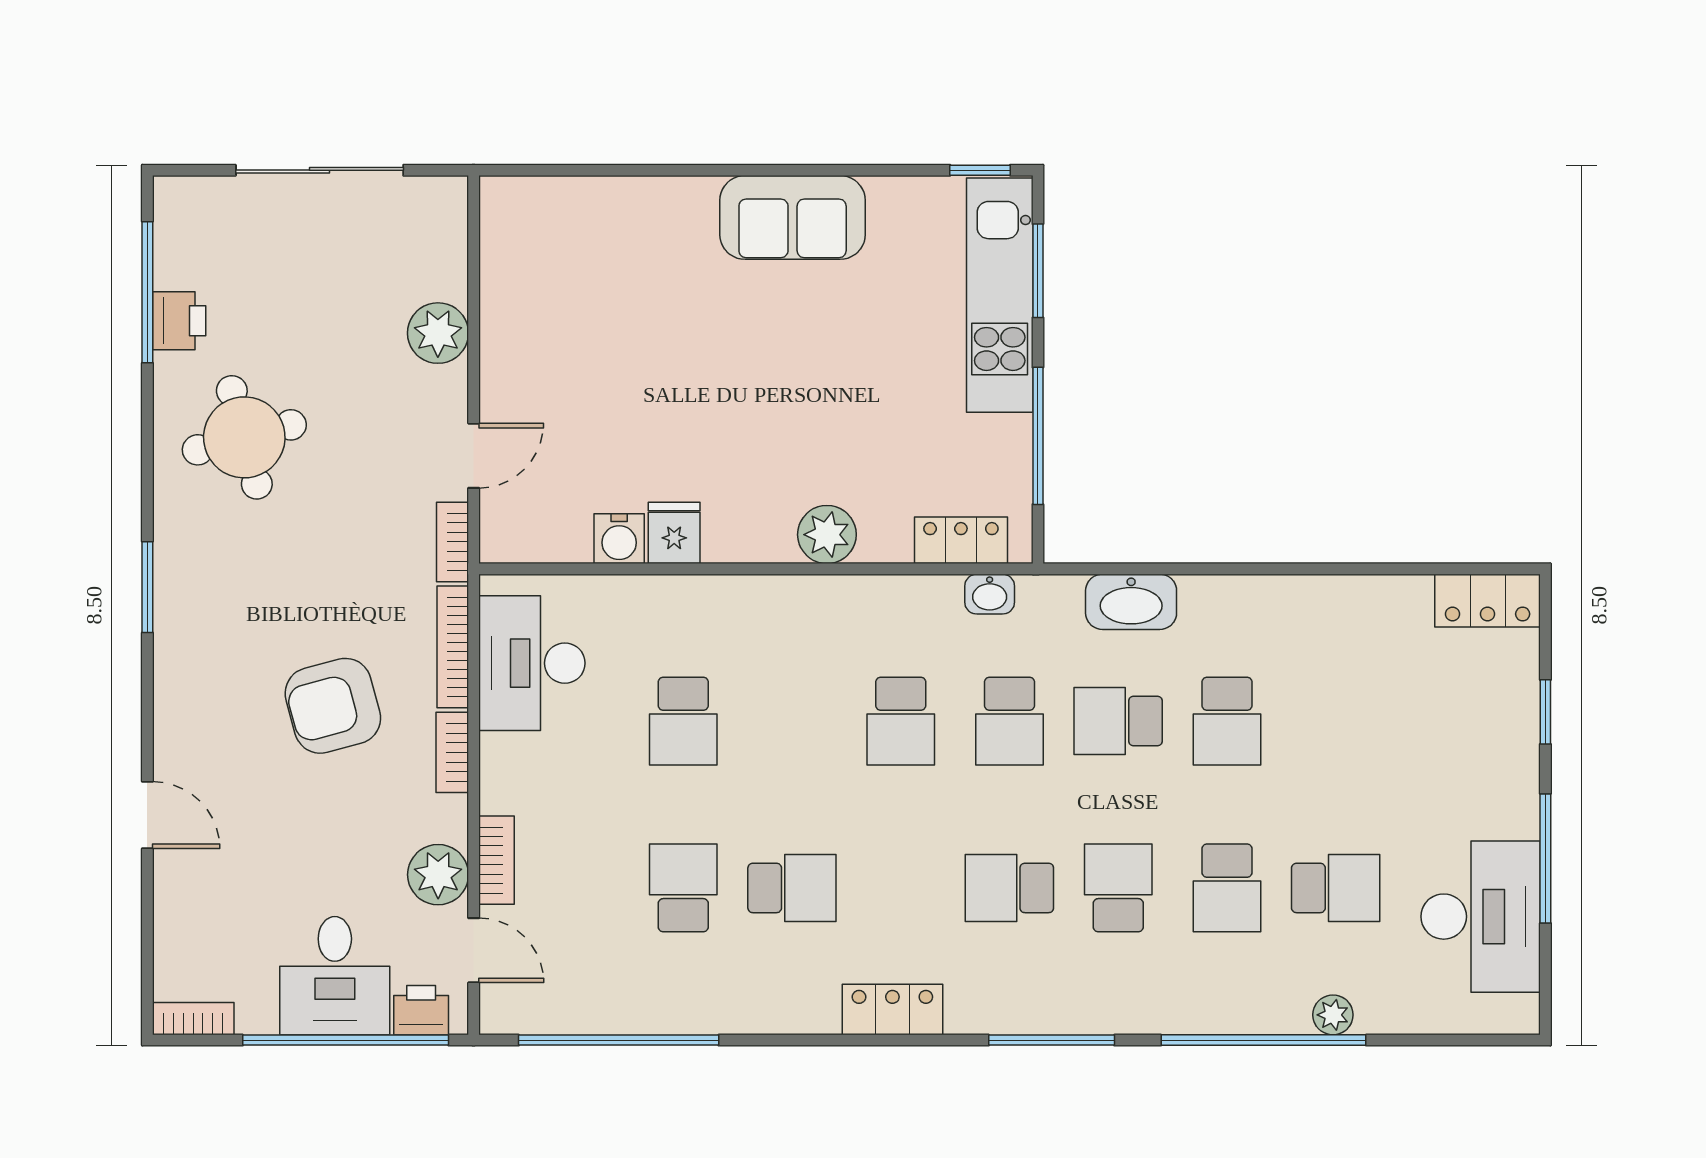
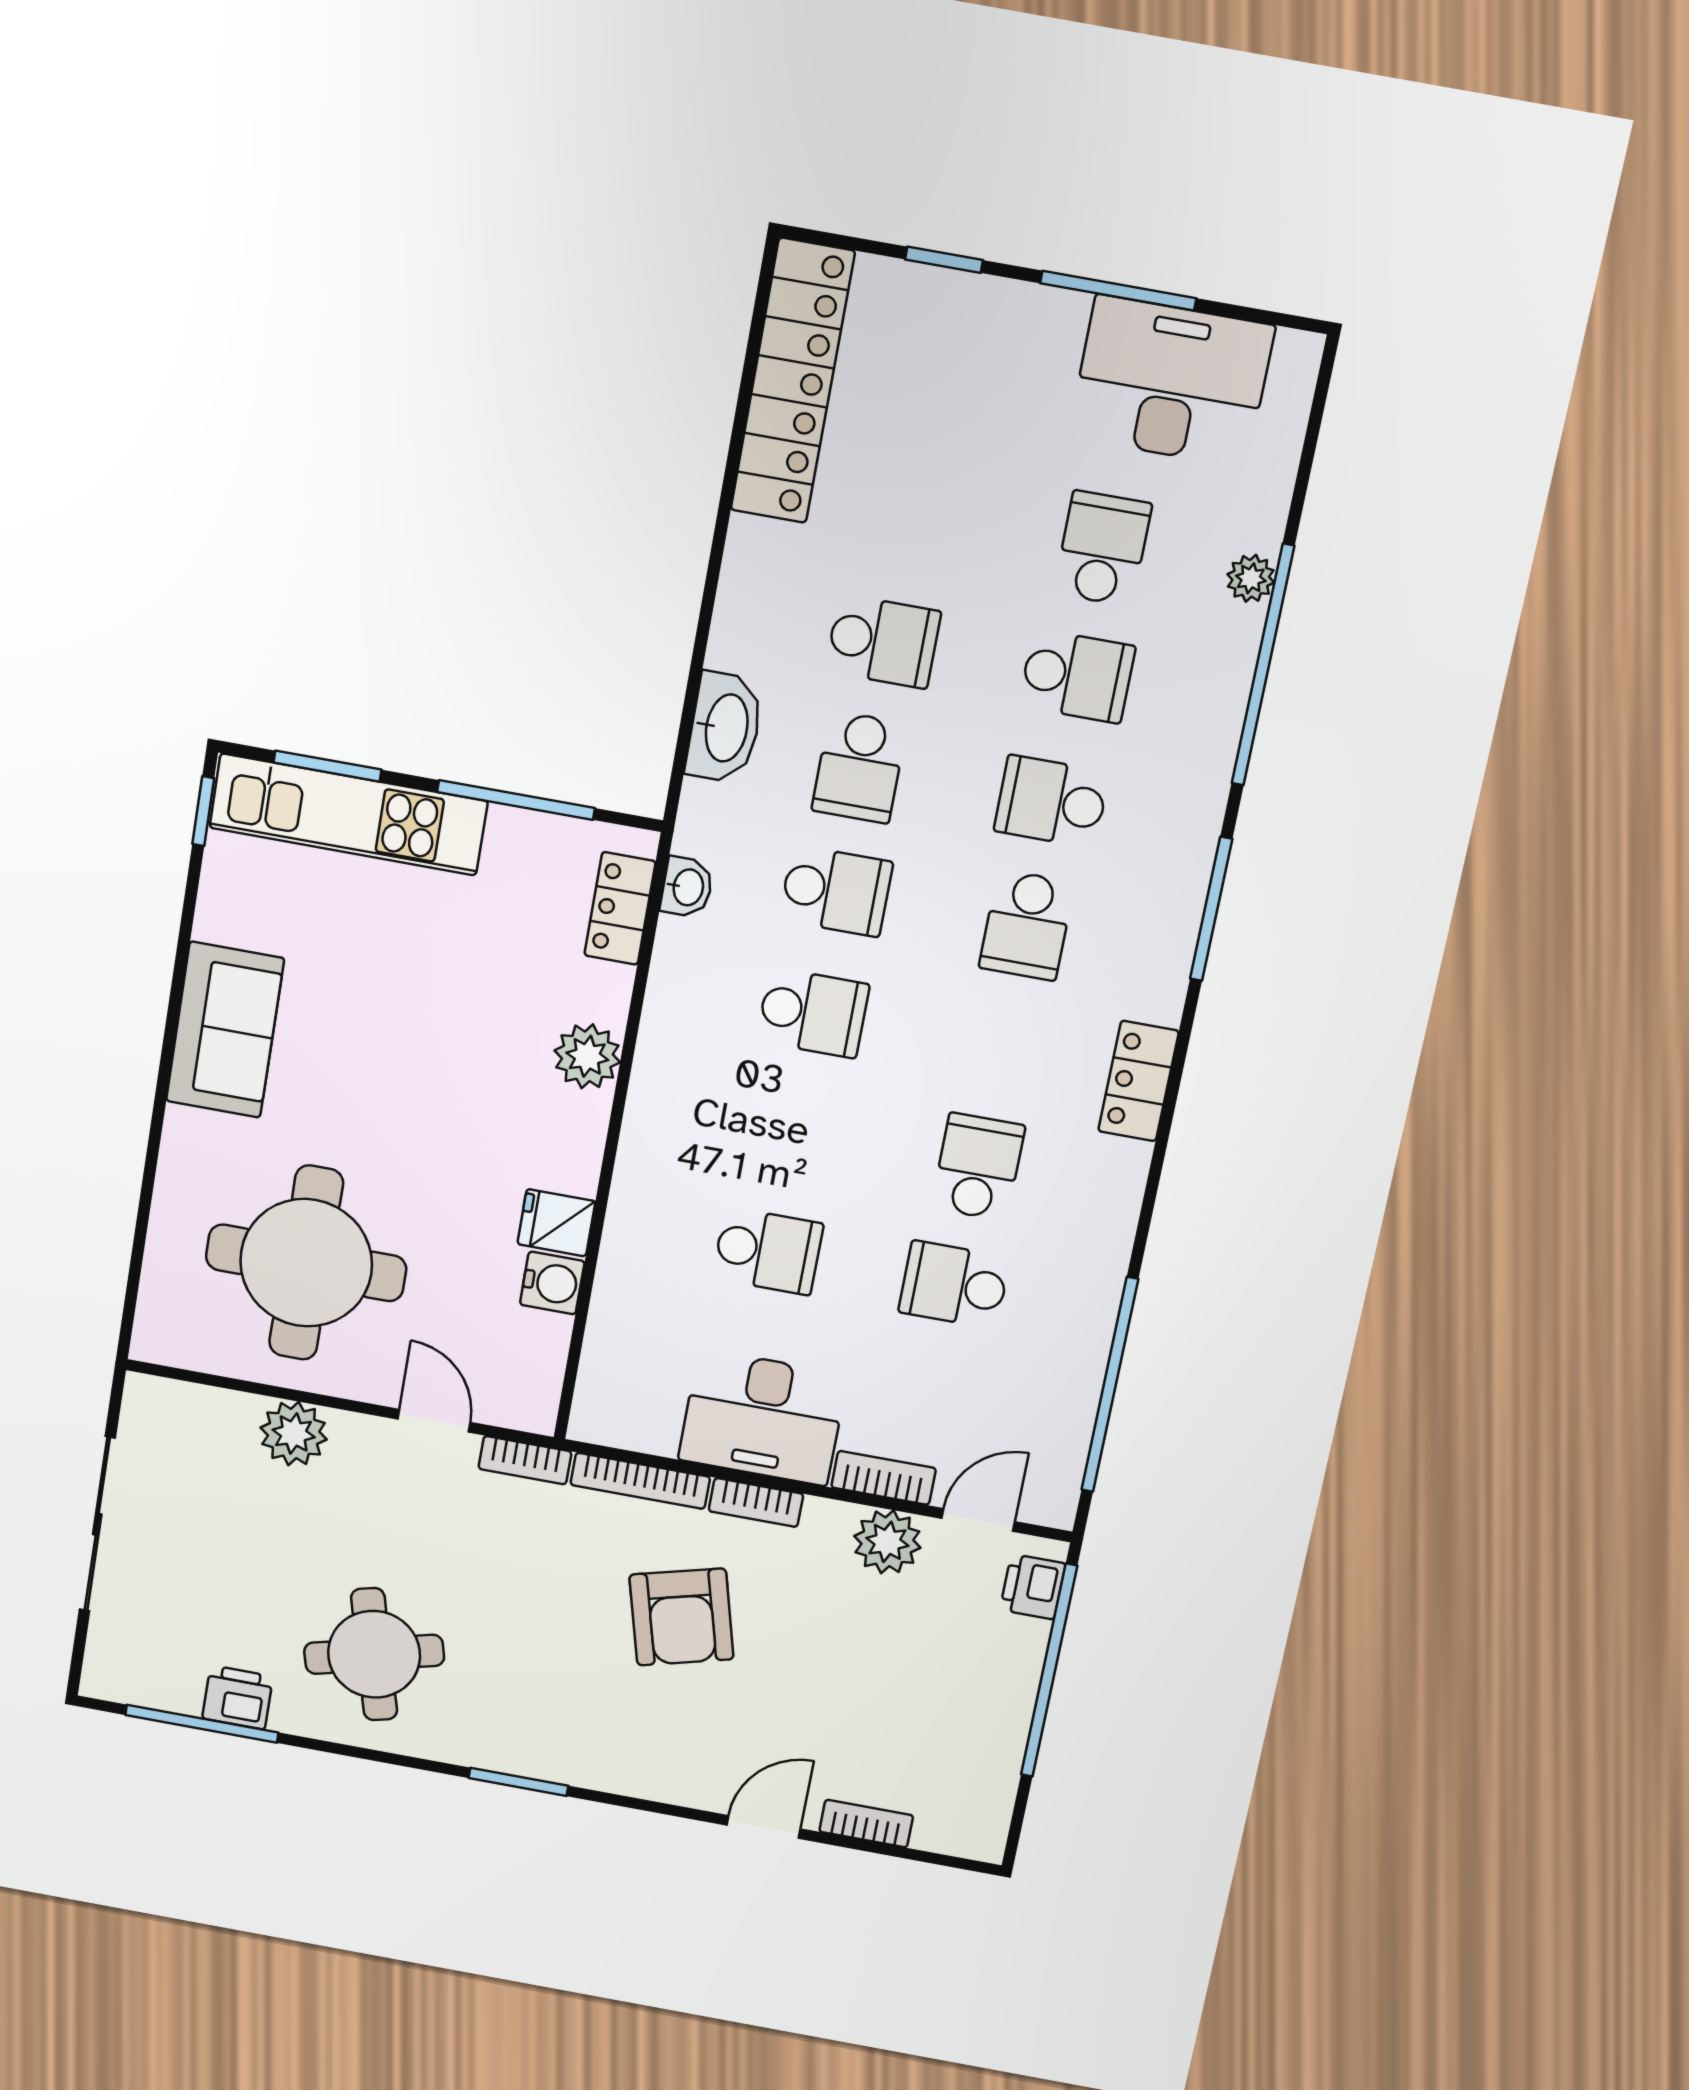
round table: (597, 320) -> (306, 1263), added
locker: (1488, 601) -> (793, 381), width x2.16, depth x1.21
desk: (532, 663) -> (763, 1417), moved
desk: (335, 976) -> (976, 1669), removed
bookcase: (193, 1019) -> (866, 1824), moved, turned 90

